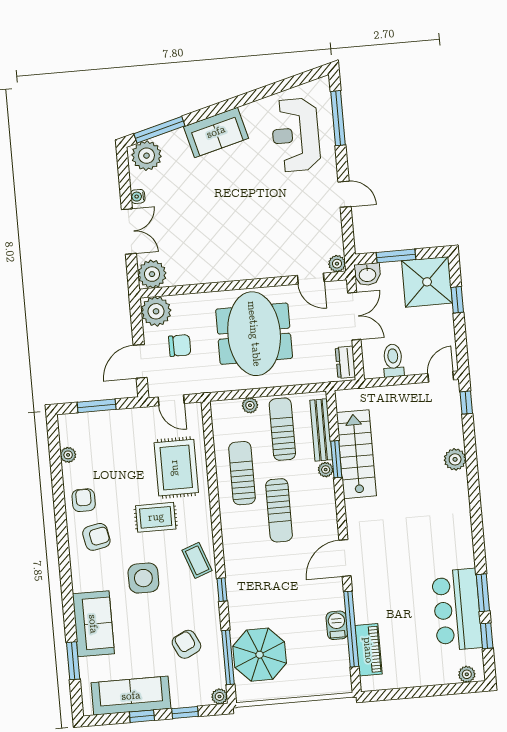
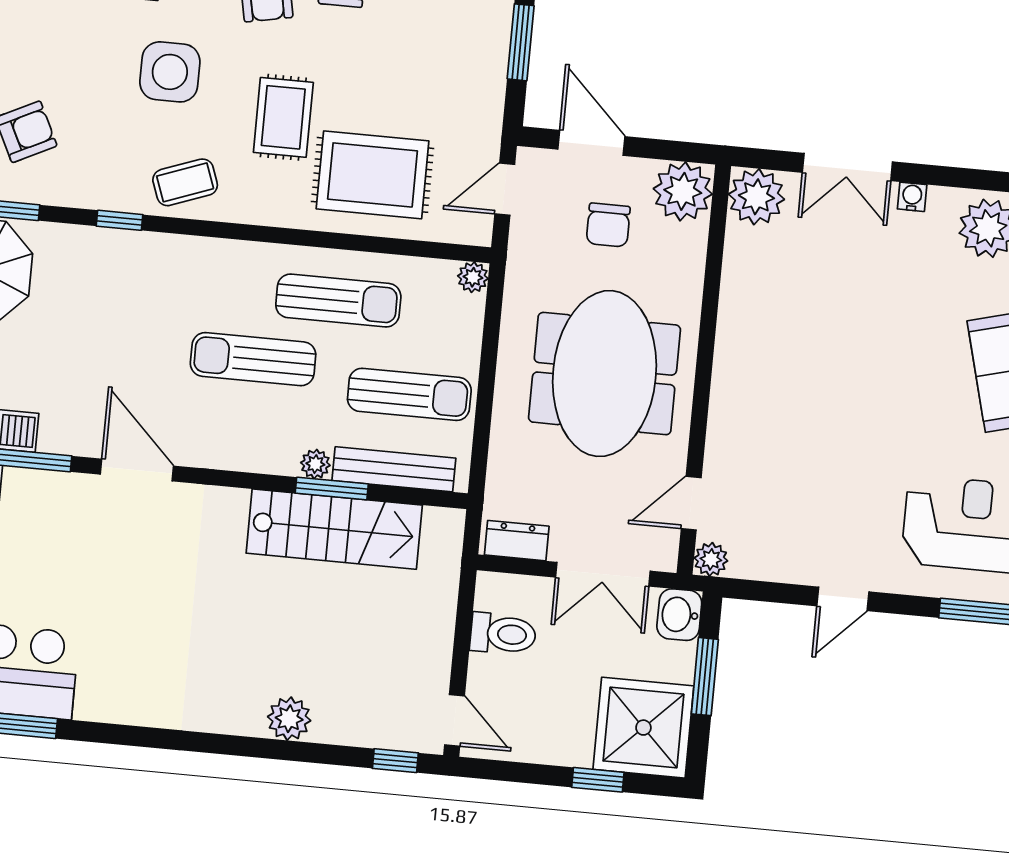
meeting table: (254, 334) -> (604, 374), turned 90
plant: (250, 405) -> (473, 277), moved

